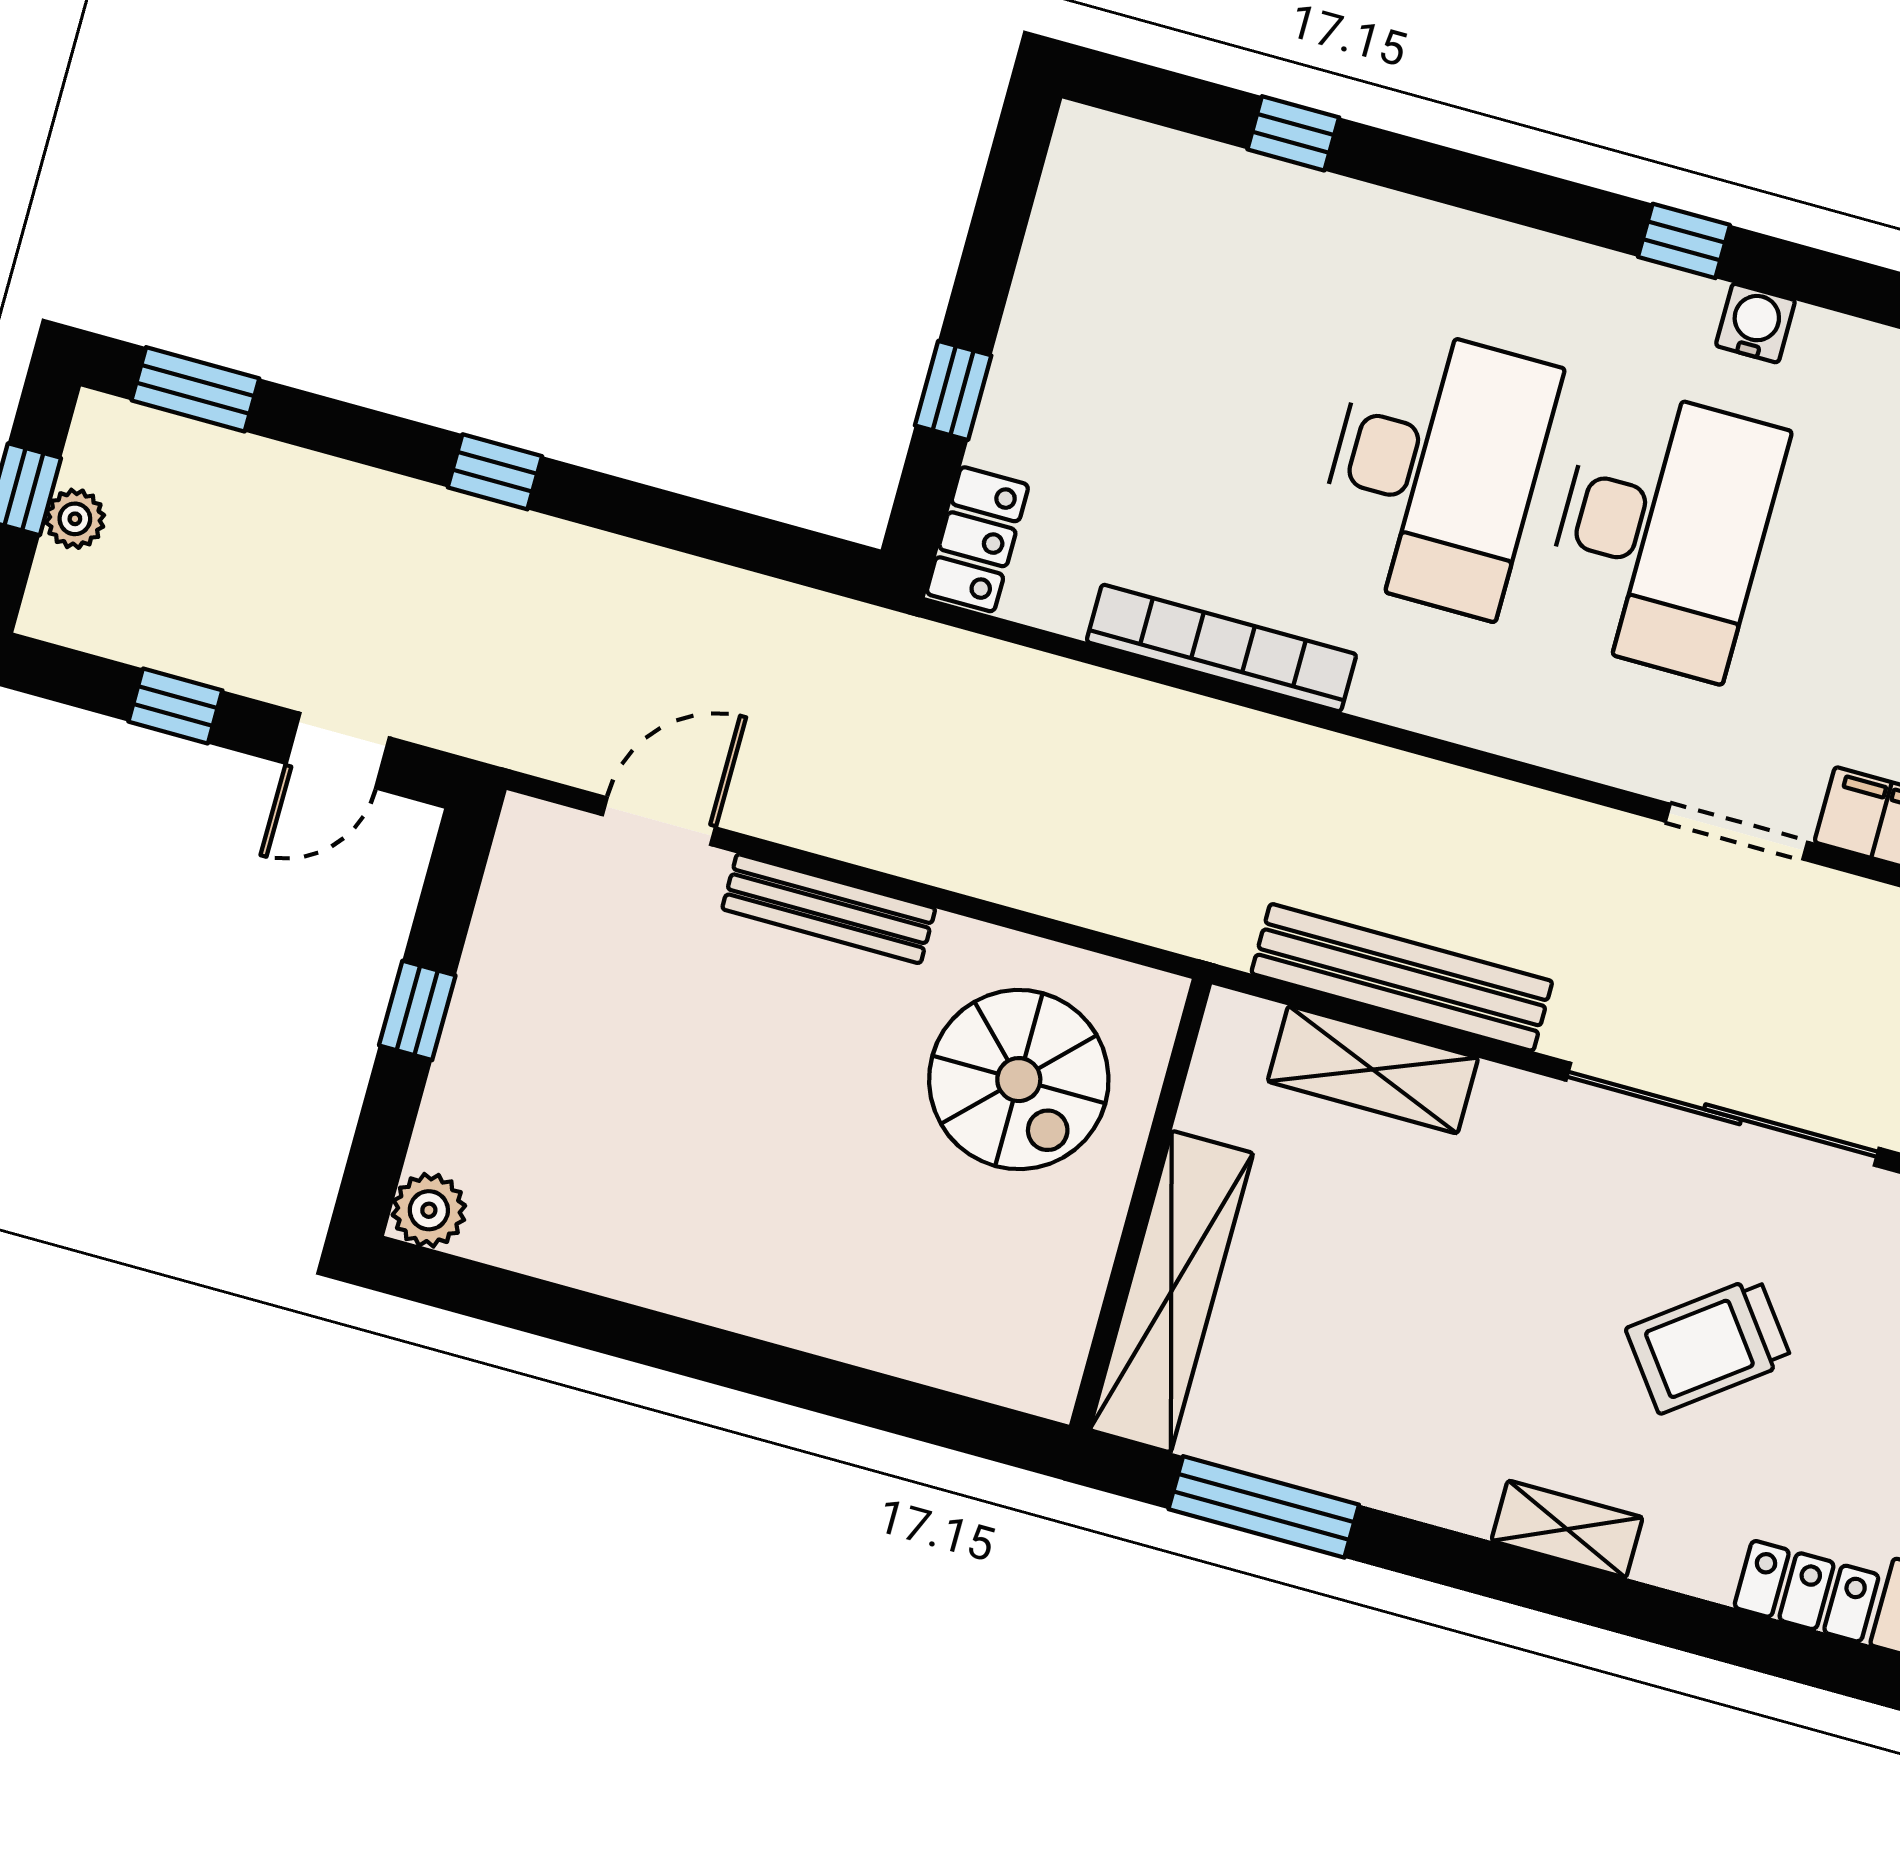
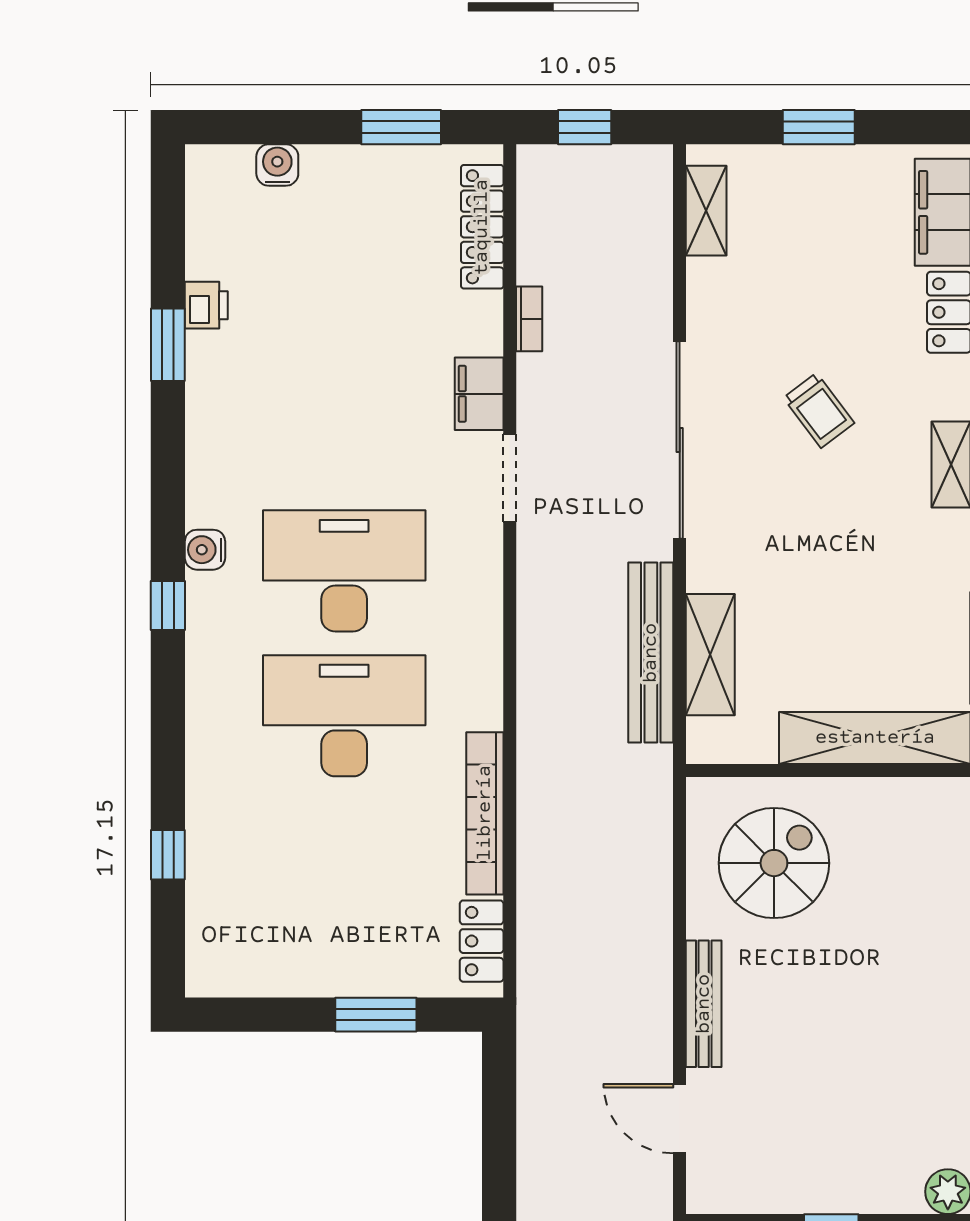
window: (953, 390) -> (376, 1015), width x1.50
locker: (977, 539) -> (482, 941), moved, turned -90
trolley: (1709, 1345) -> (819, 410), width x0.73, depth x0.72

